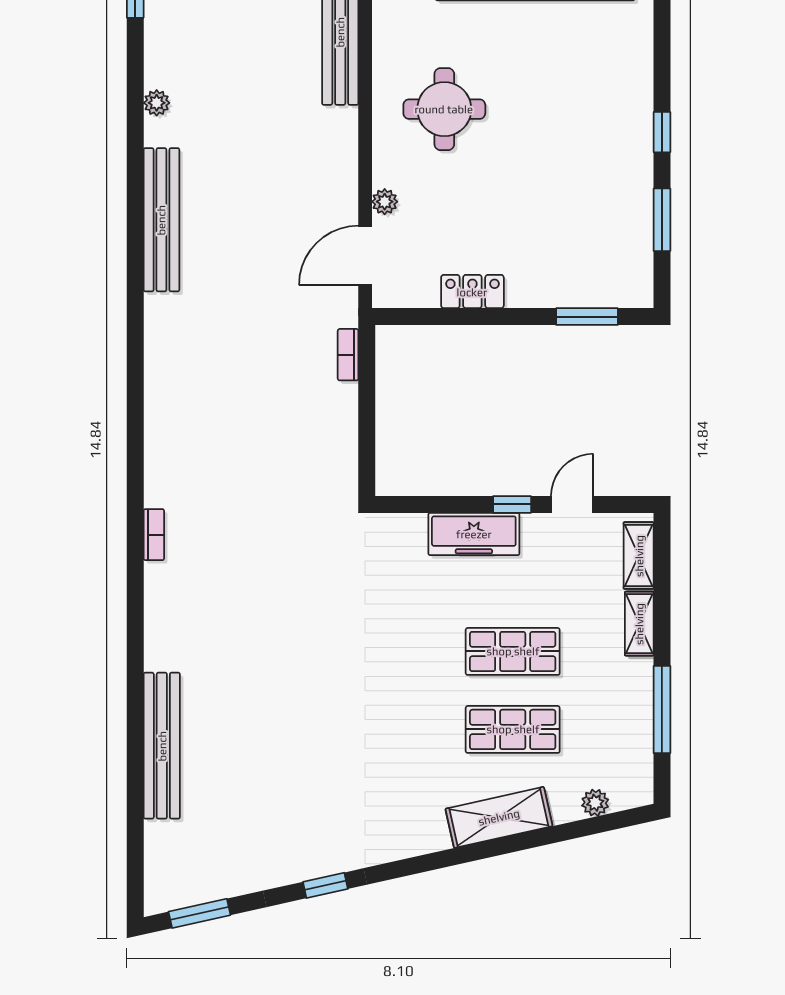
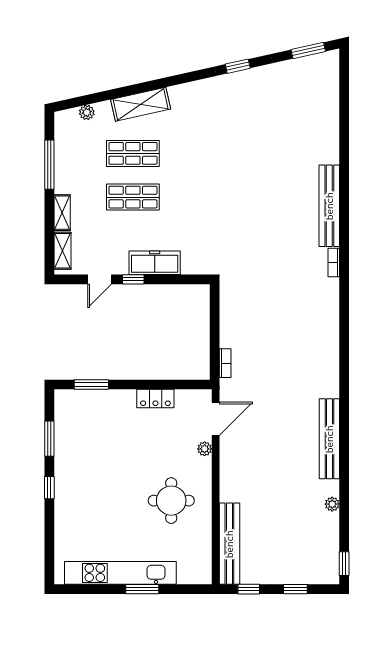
bench: (162, 746) -> (329, 206), moved

